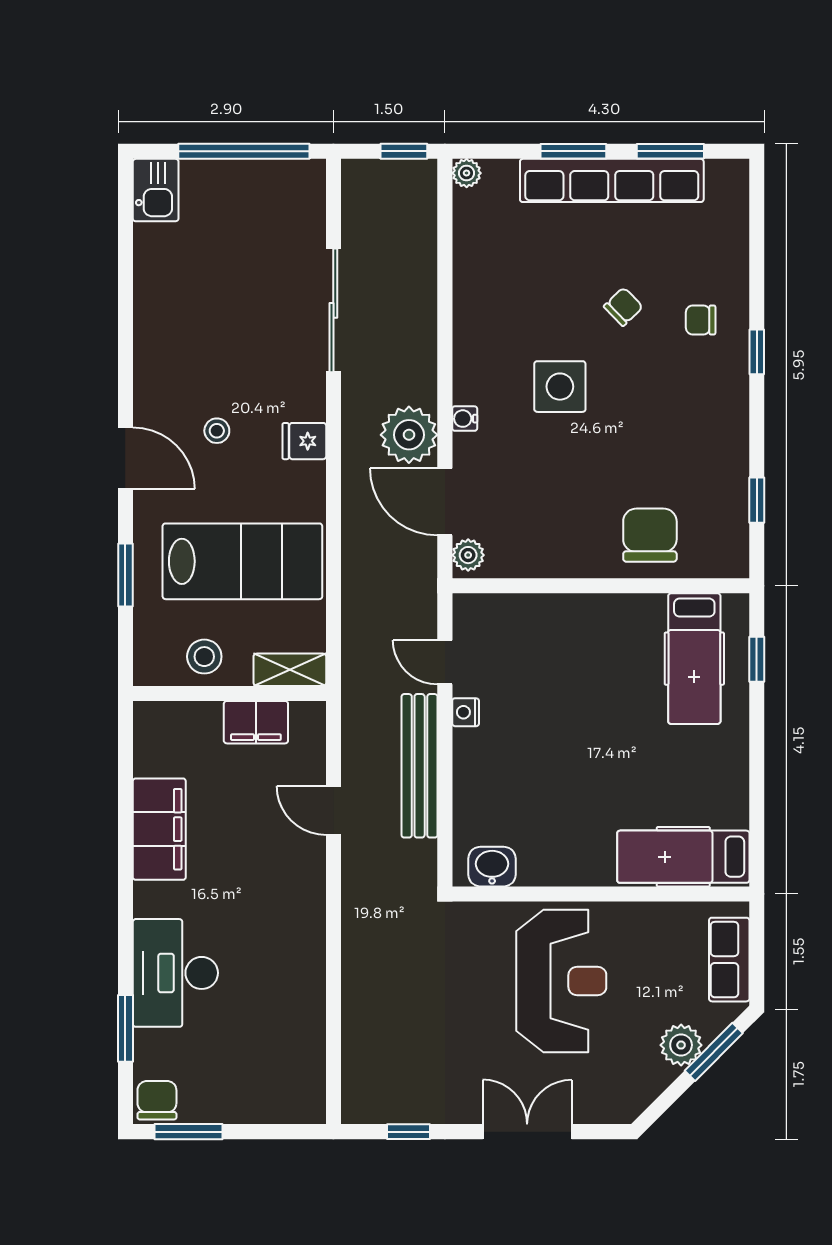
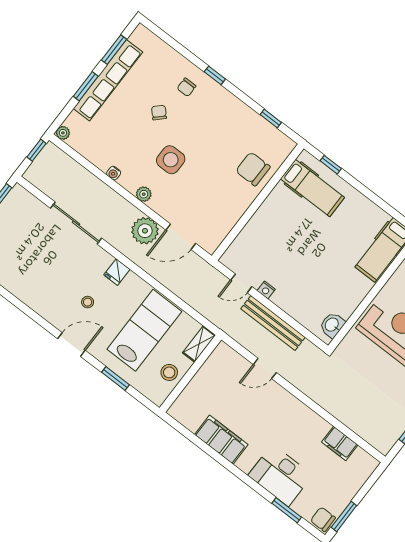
water cooler: (465, 419) -> (114, 173), moved
plant: (468, 555) -> (144, 194), moved
filing cabinet: (256, 722) -> (340, 443), moved, turned 90

